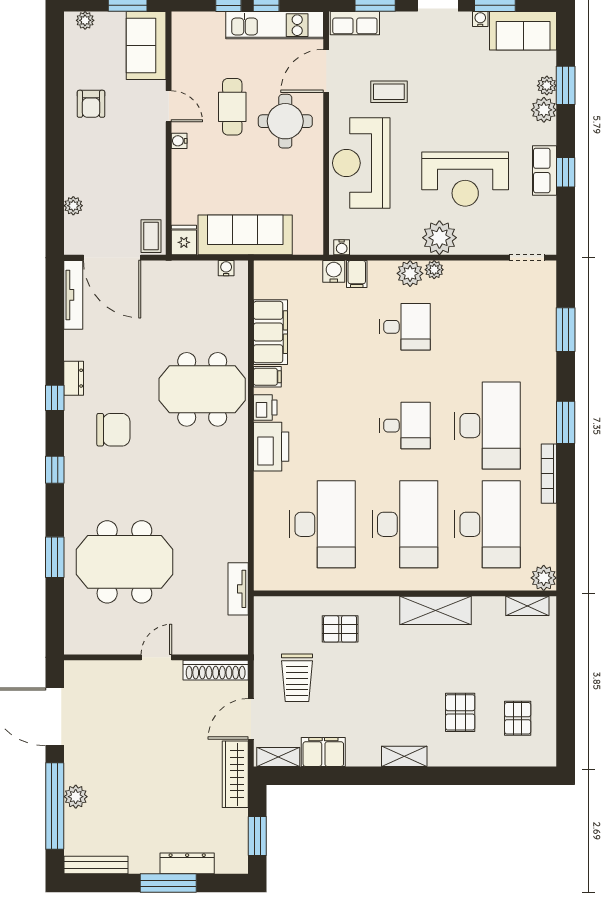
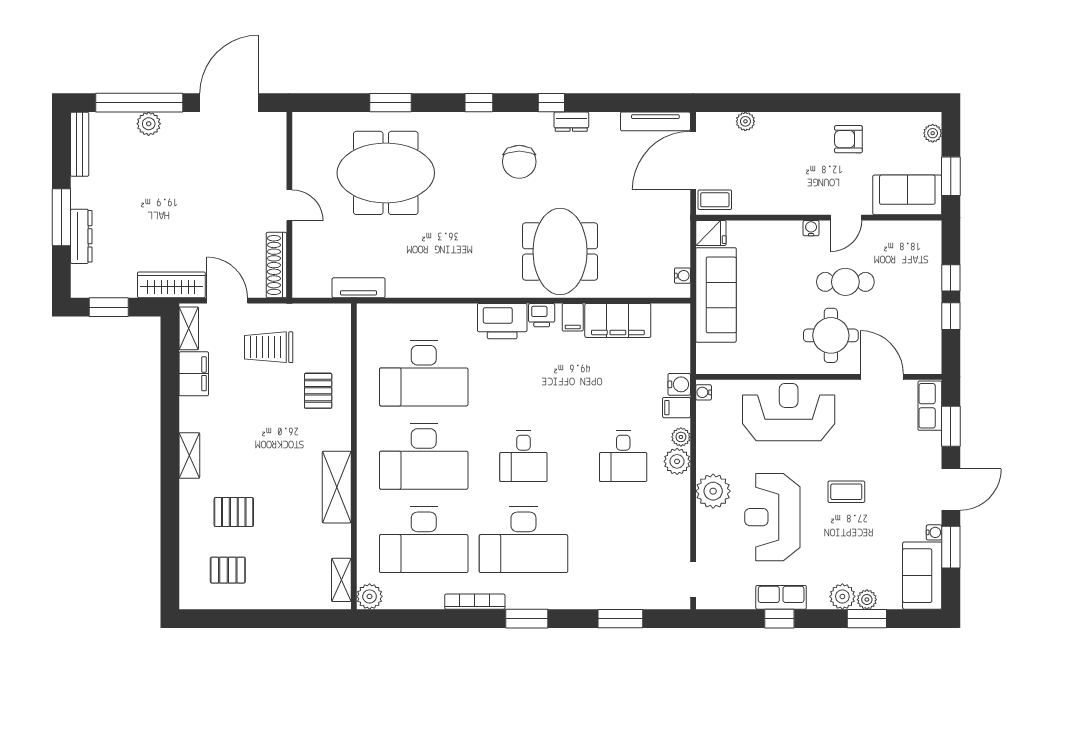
kitchen unit: (275, 25) -> (928, 325), removed
coffee table: (389, 92) -> (846, 492), moved, turned 90
plant: (434, 270) -> (681, 437), moved
meeting table: (124, 562) -> (386, 173), turned 90

